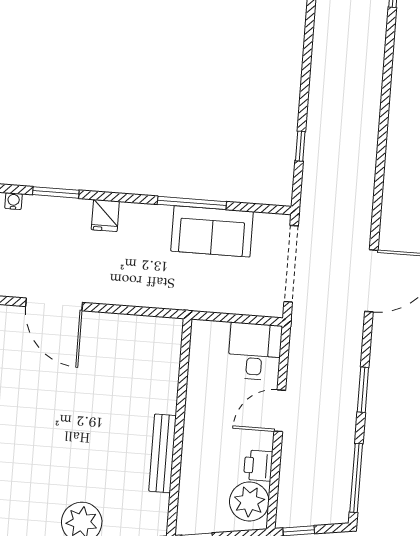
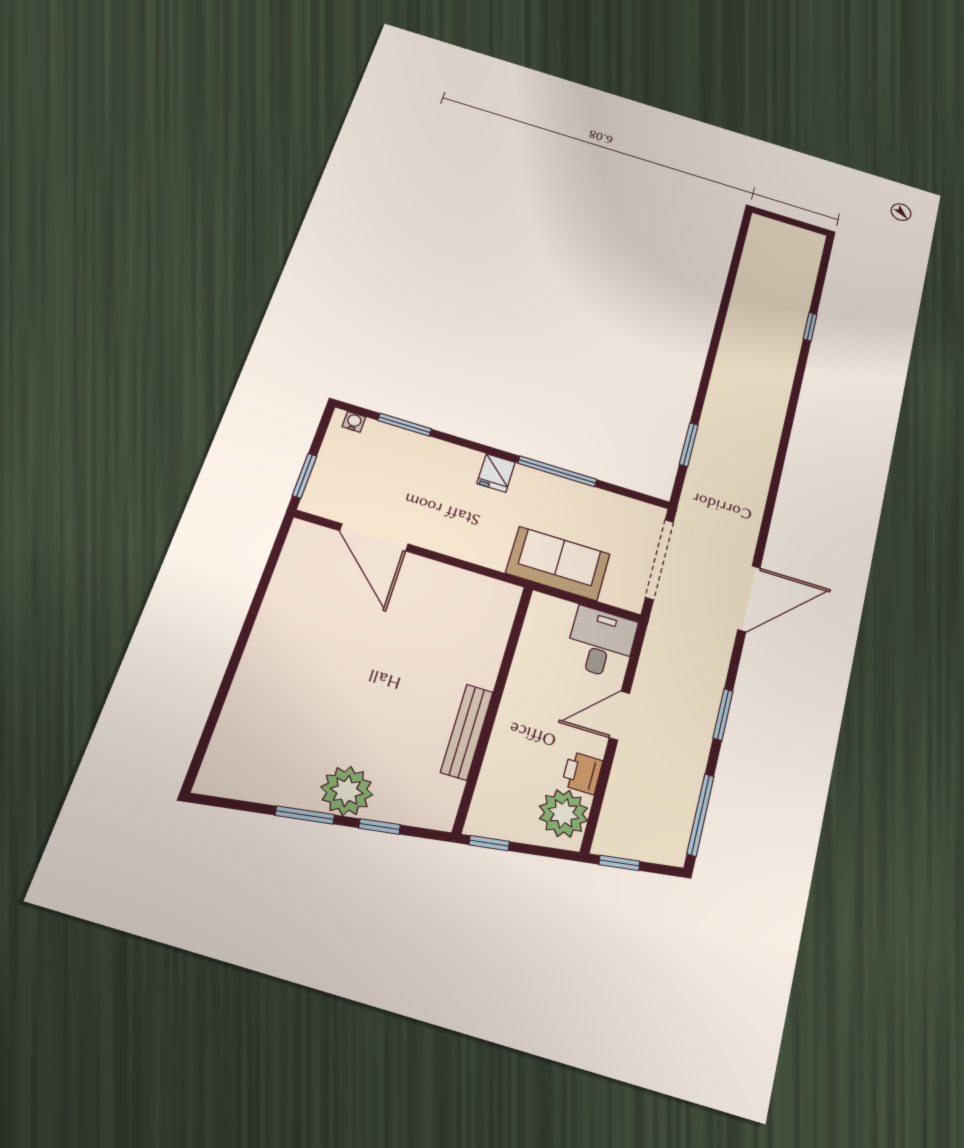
window: (300, 146) -> (689, 445), width x1.50
fridge: (105, 216) -> (496, 473), moved
sofa: (212, 231) -> (558, 564), moved, turned 180

